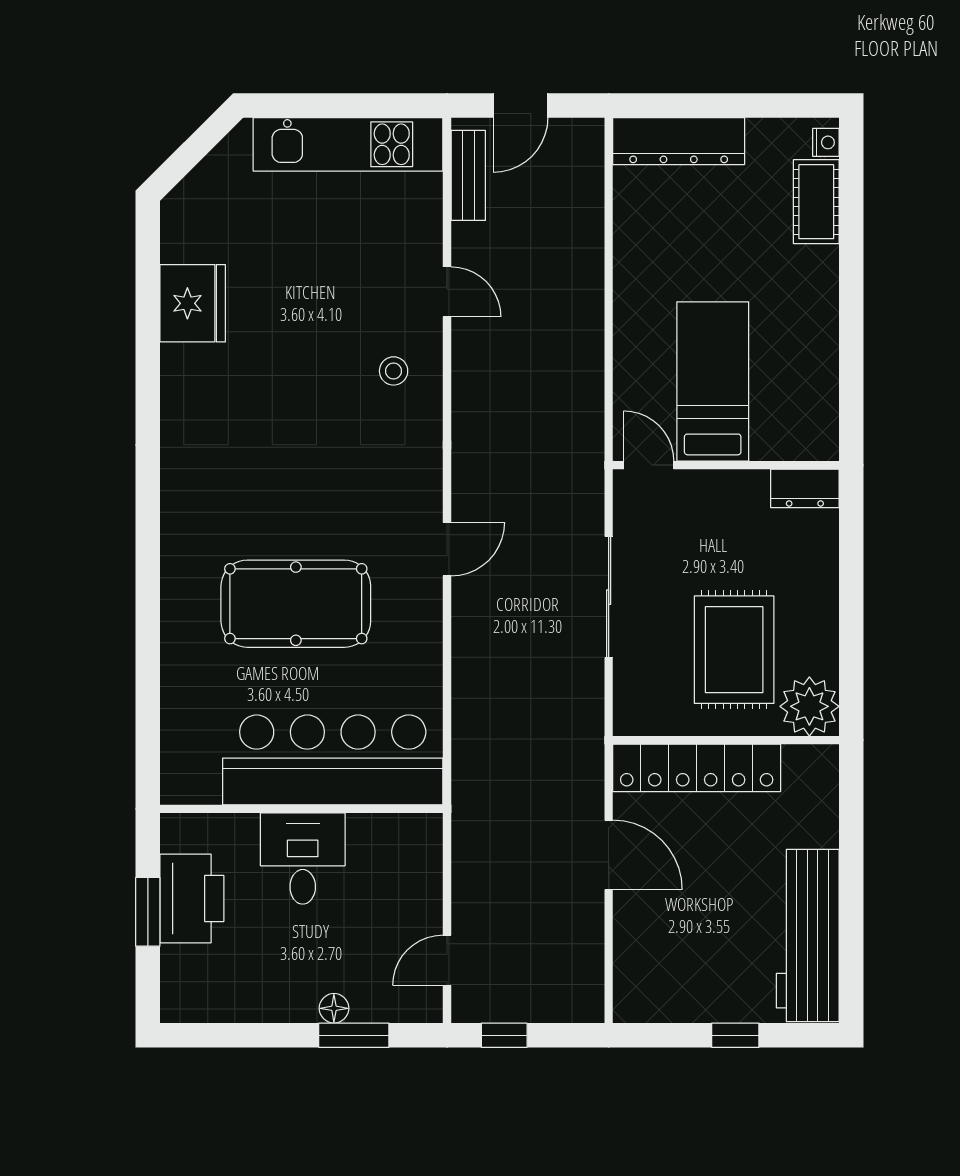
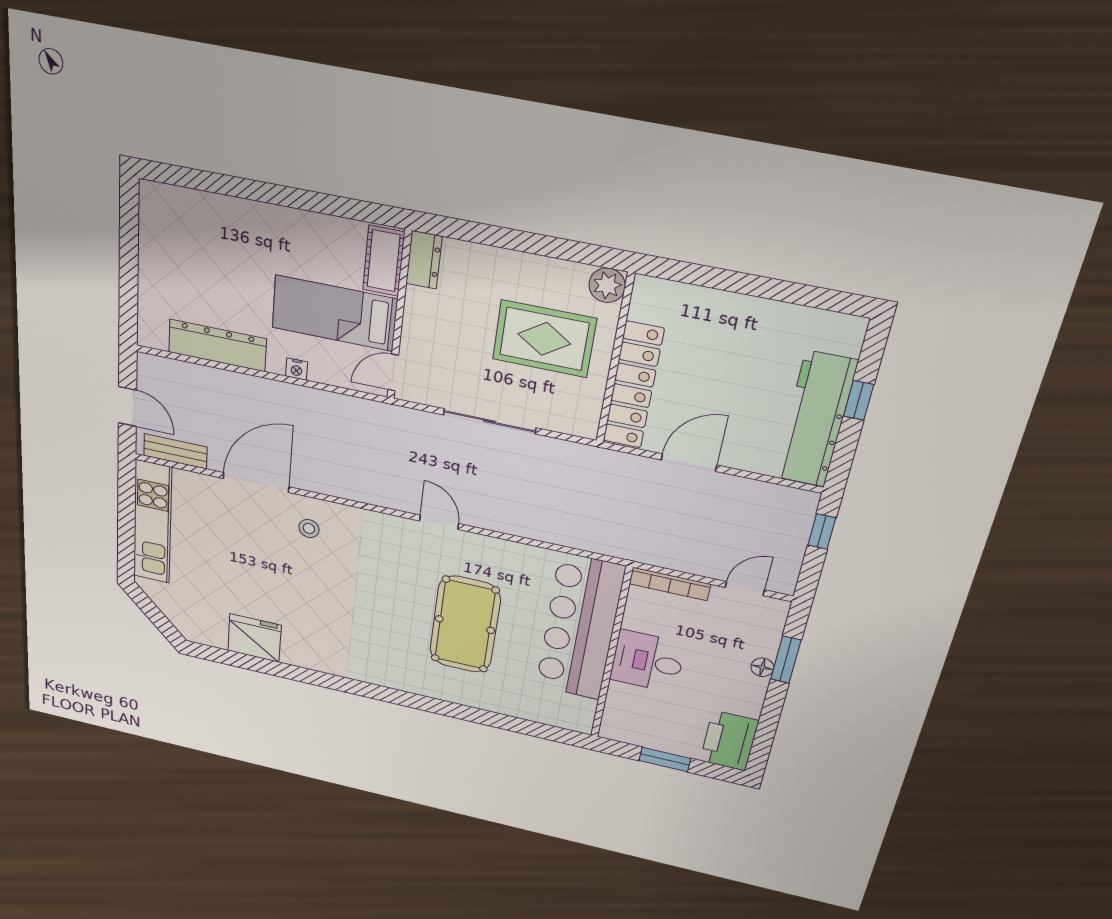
dresser: (679, 141) -> (217, 345), moved, turned -90
nightstand: (826, 142) -> (296, 369), moved, turned 180
cot: (816, 202) -> (384, 261), moved, turned 90
door: (447, 292) -> (256, 483), width x1.88
plant: (809, 706) -> (607, 285), width x0.73, depth x0.73
bookcase: (430, 865) -> (670, 584), added
printer: (192, 899) -> (729, 741), moved, turned -90
workbench: (808, 935) -> (815, 420), moved, turned 90
door: (447, 960) -> (745, 589), swing flipped
window: (504, 1035) -> (822, 532), moved

